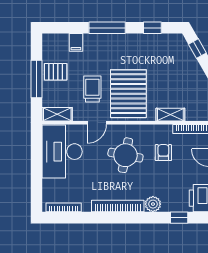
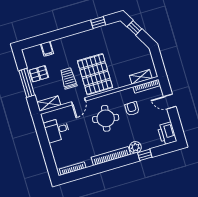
window: (107, 28) -> (66, 32), removed
shelving: (170, 115) -> (141, 77), moved
desk: (62, 152) -> (57, 130), width x0.53, depth x0.77
window: (179, 218) -> (145, 155), moved

